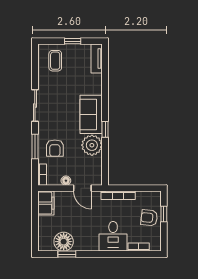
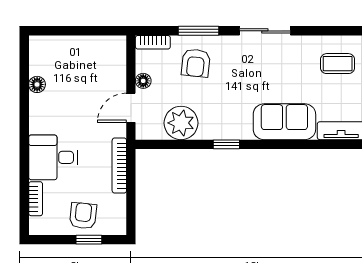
sofa: (91, 114) -> (284, 122), moved
plant: (92, 145) -> (181, 123), moved
armchair: (55, 148) -> (196, 63), turned -84
filing cabinet: (46, 203) -> (107, 48), removed
floor lamp: (64, 242) -> (37, 84), width x0.53, depth x0.53
window: (67, 254) -> (24, 83), removed

